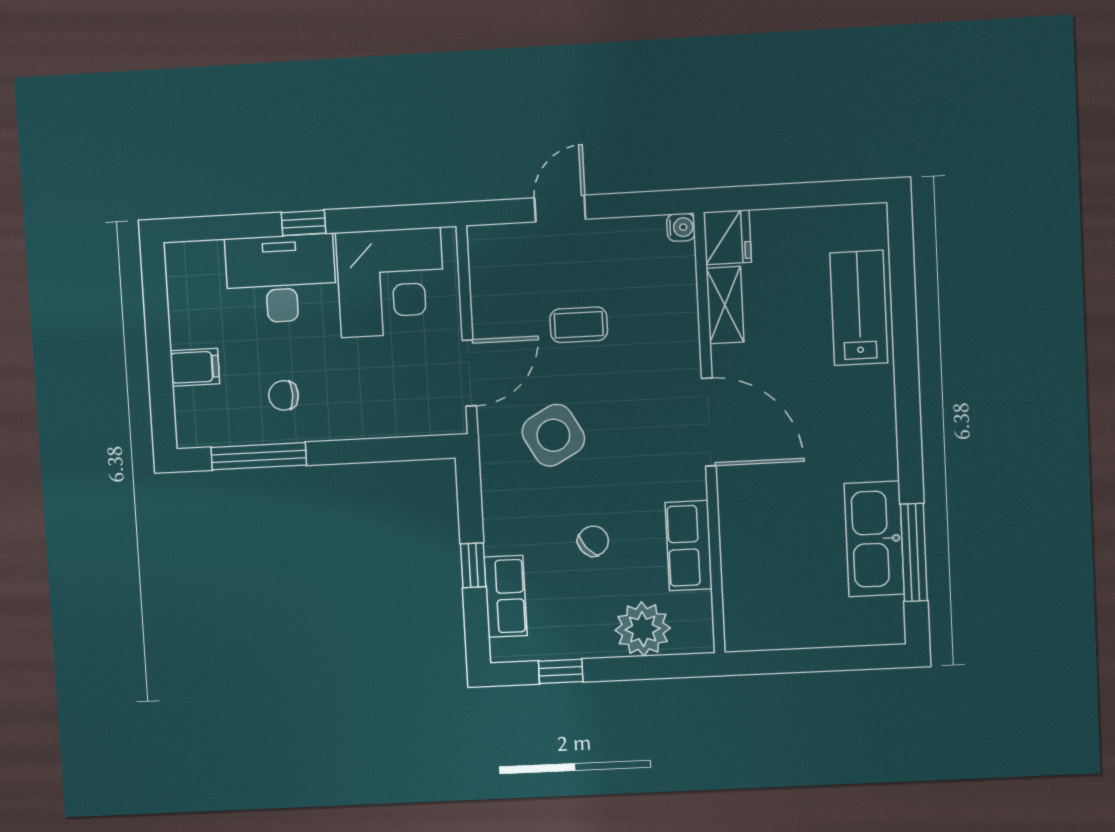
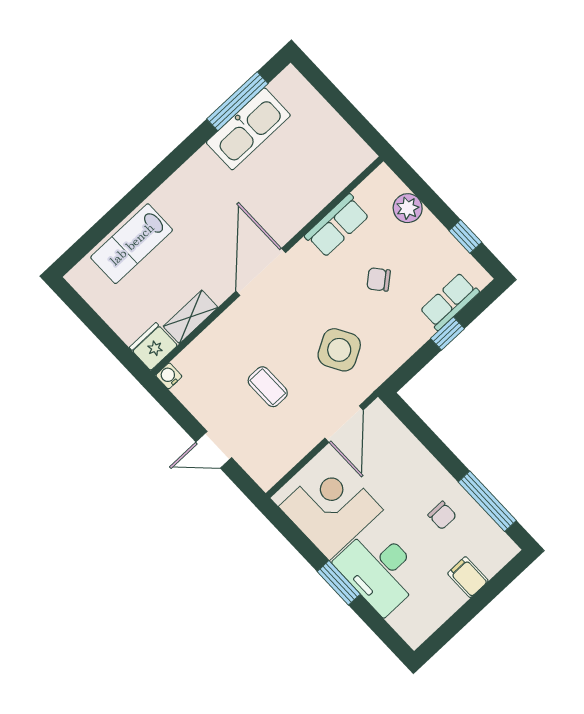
window: (303, 223) -> (339, 583), width x1.50
door: (469, 373) -> (344, 424), swing flipped
plant: (643, 629) -> (408, 208), width x0.73, depth x0.73

